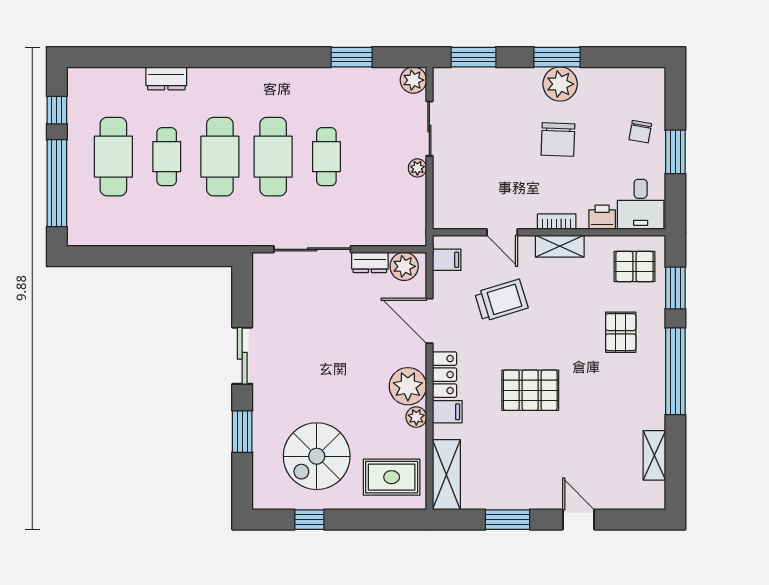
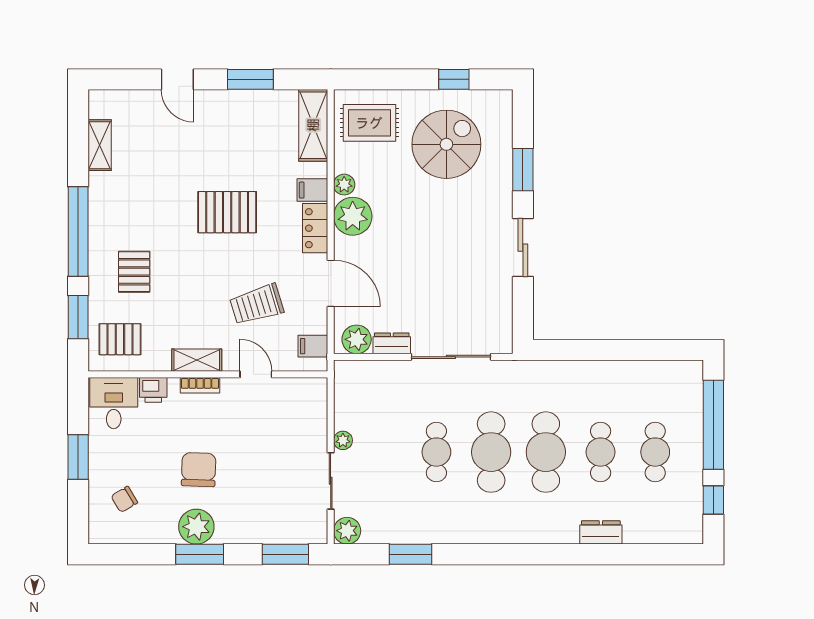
chair: (640, 132) -> (124, 499), moved, turned -131
cafe table: (113, 157) -> (655, 452), width x0.73, depth x0.74

